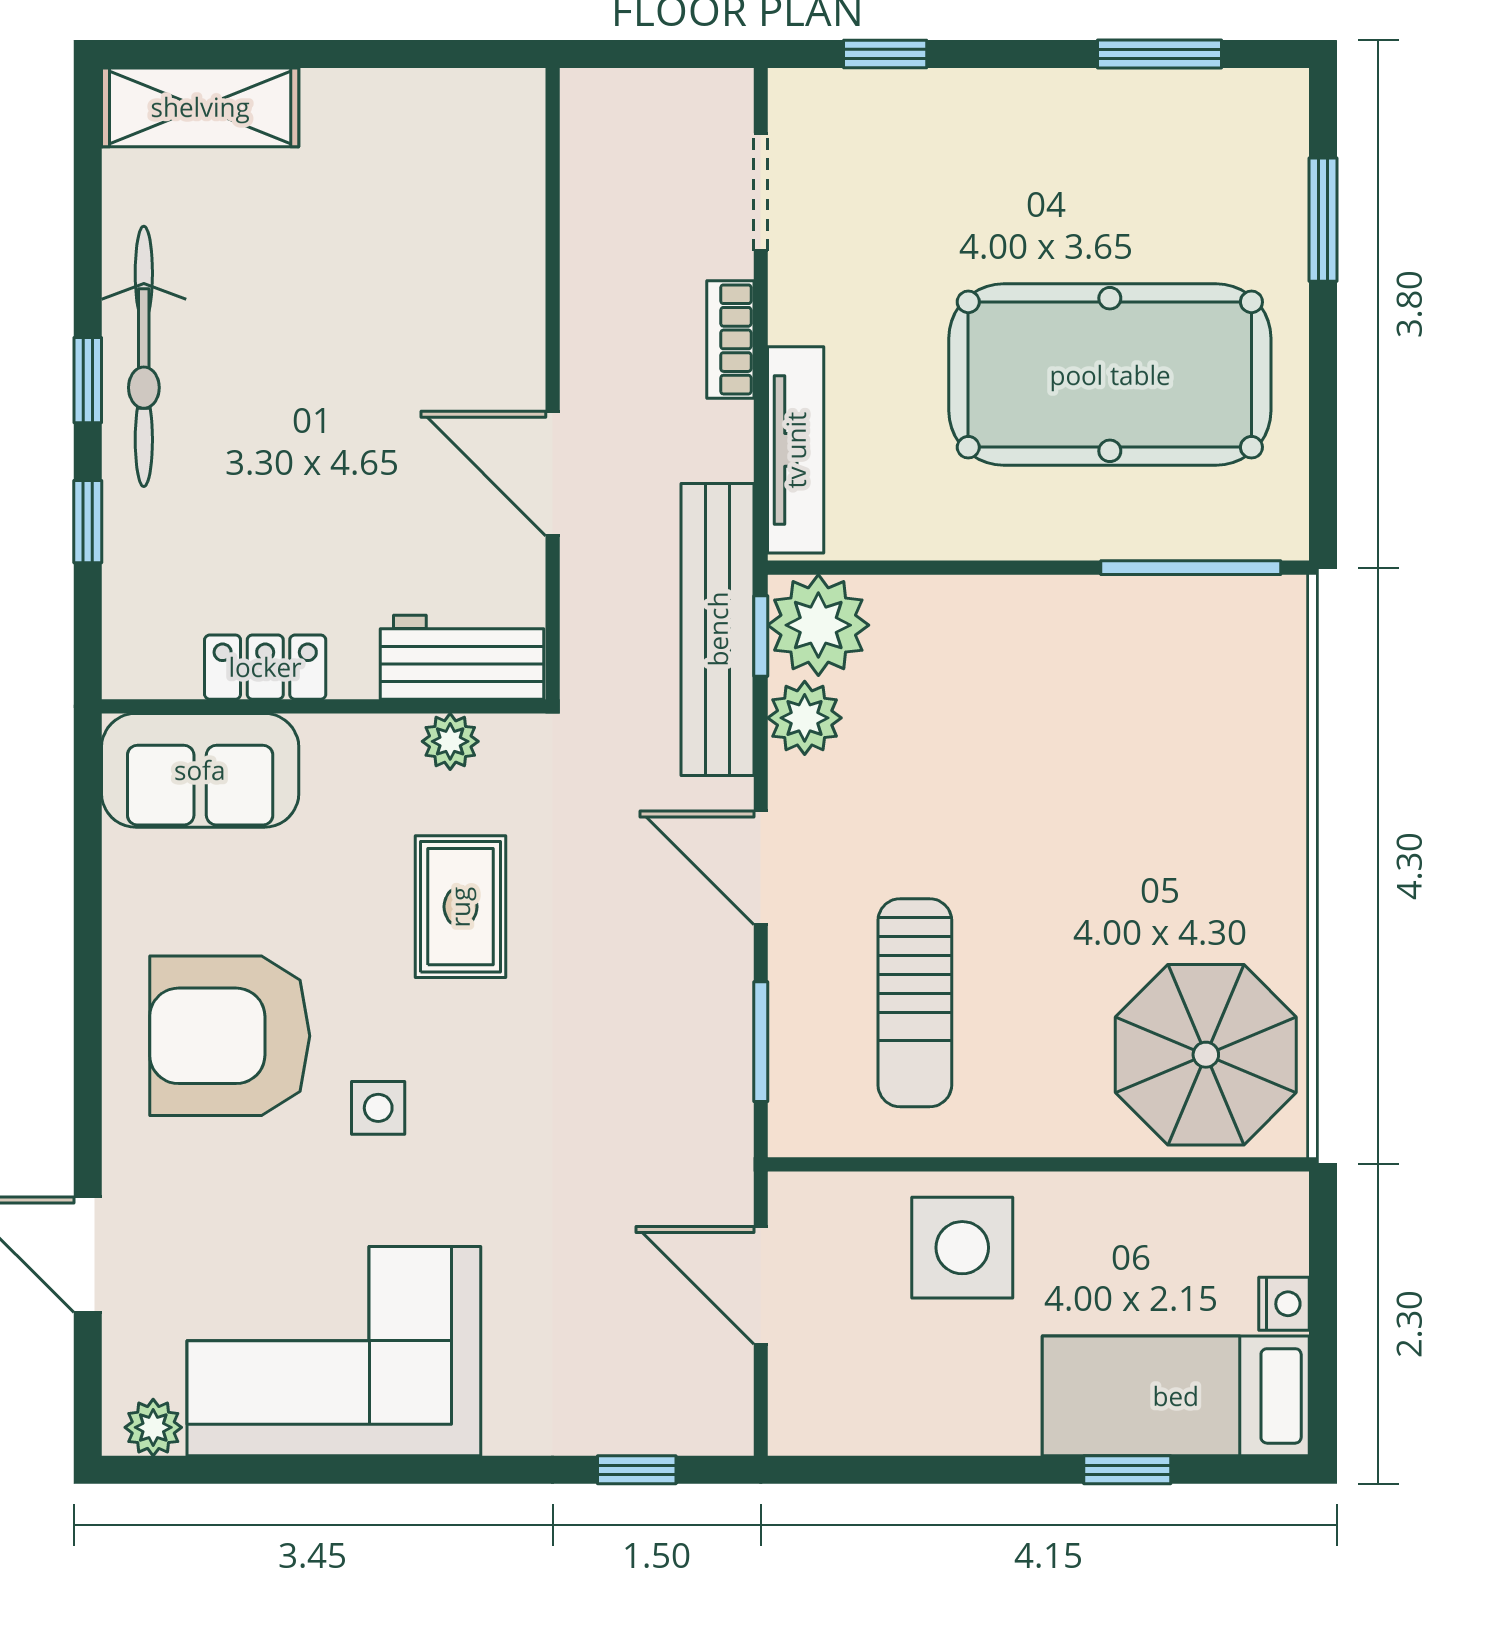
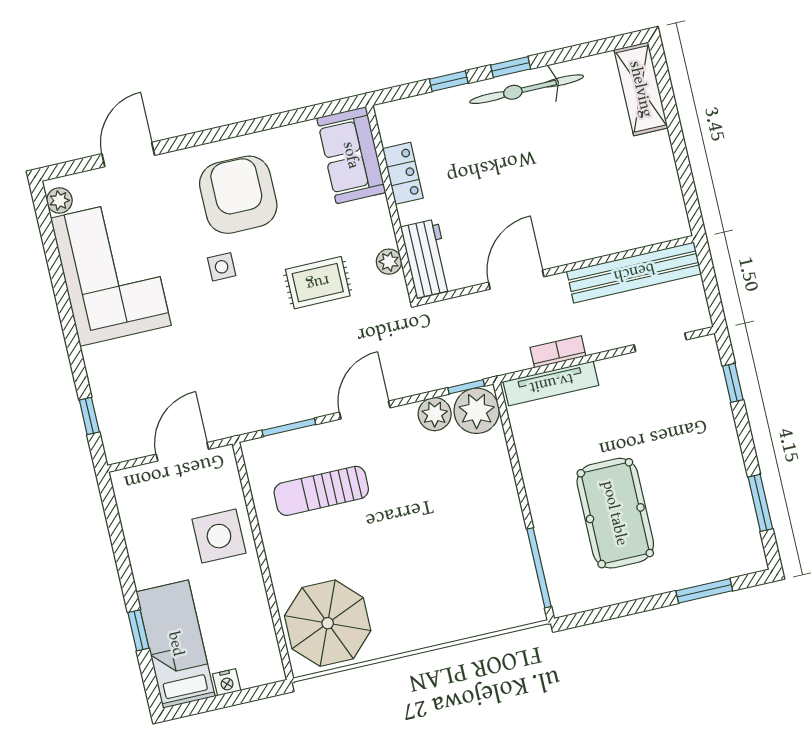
bookcase: (730, 339) -> (558, 352), moved
pool table: (1110, 375) -> (615, 513), width x0.73, depth x0.76
bench: (718, 629) -> (634, 272), moved

